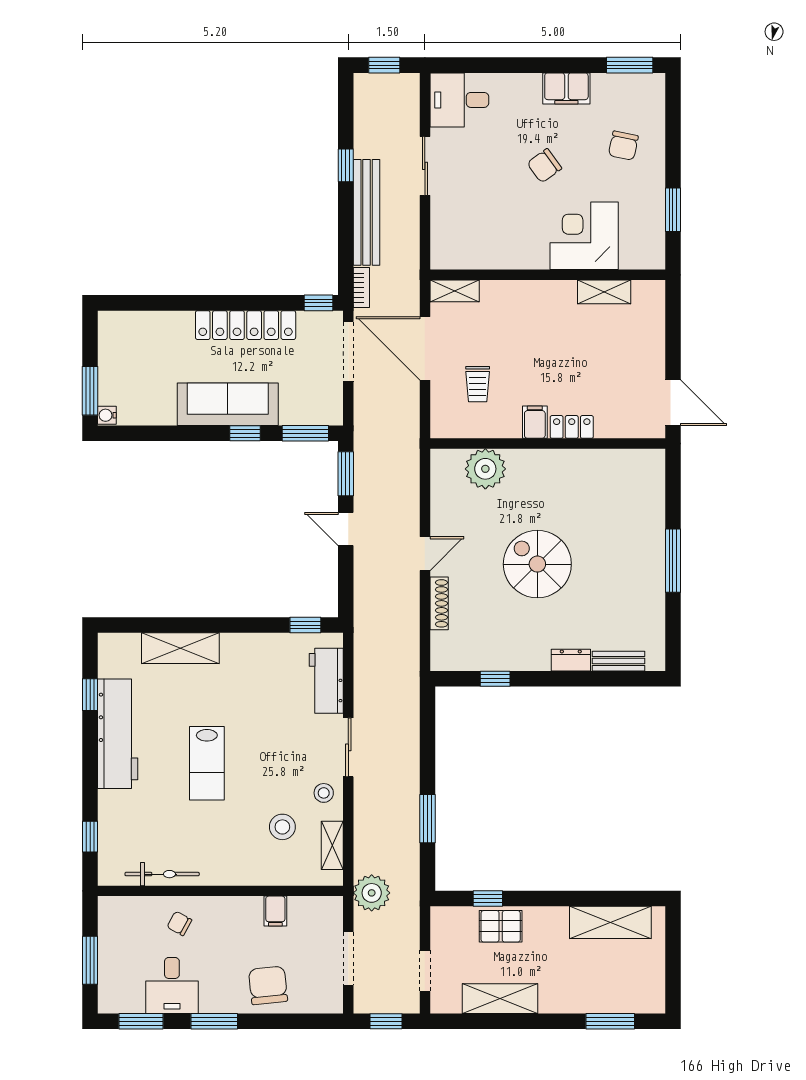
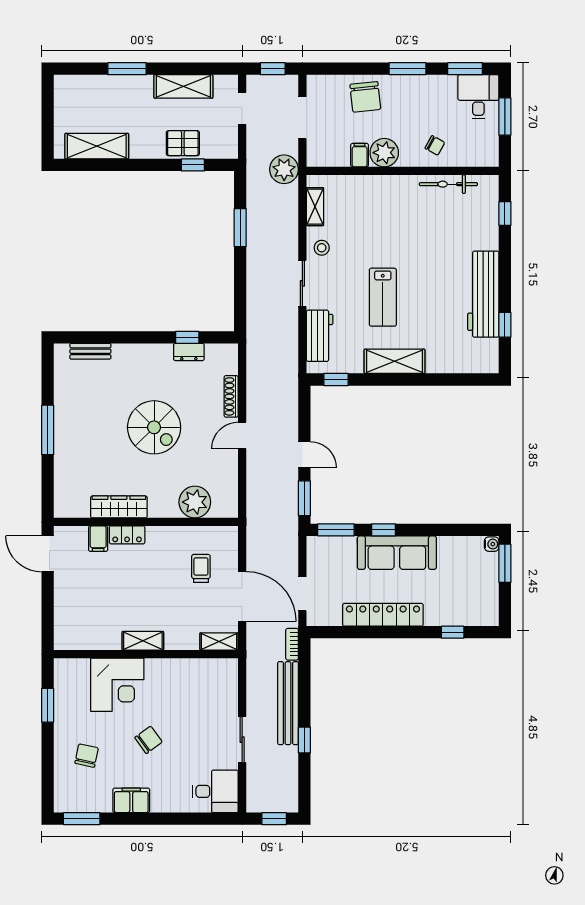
shelving: (604, 292) -> (143, 641), moved
window: (318, 303) -> (453, 632), moved
doorway: (348, 352) -> (302, 594), width x0.73
filing cabinet: (535, 422) -> (98, 539), moved
wardrobe: (582, 463) -> (119, 507), added
shelving: (180, 648) -> (395, 361), moved
dresser: (571, 660) -> (189, 352), moved
lab bench: (207, 763) -> (383, 297), moved, turned 180
stool: (282, 827) -> (354, 221), removed
plant: (244, 914) -> (384, 153), added
desk: (172, 985) -> (478, 97), moved
window: (610, 1021) -> (127, 69), moved

